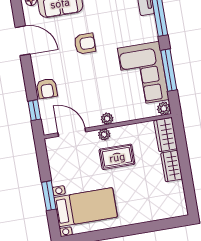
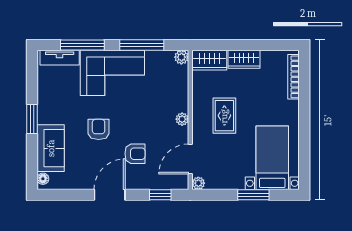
door: (23, 41) -> (110, 195), moved
corner sofa: (143, 74) -> (112, 73), moved
armchair: (47, 88) -> (135, 154), moved
plant: (104, 134) -> (198, 183), moved
bookcase: (163, 214) -> (293, 77), added

